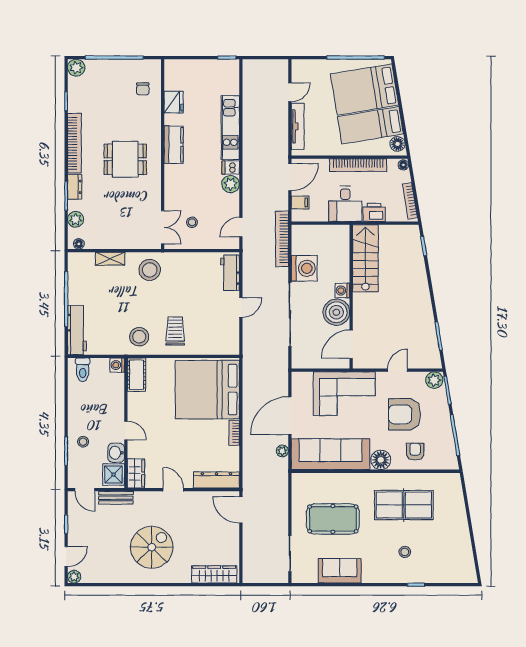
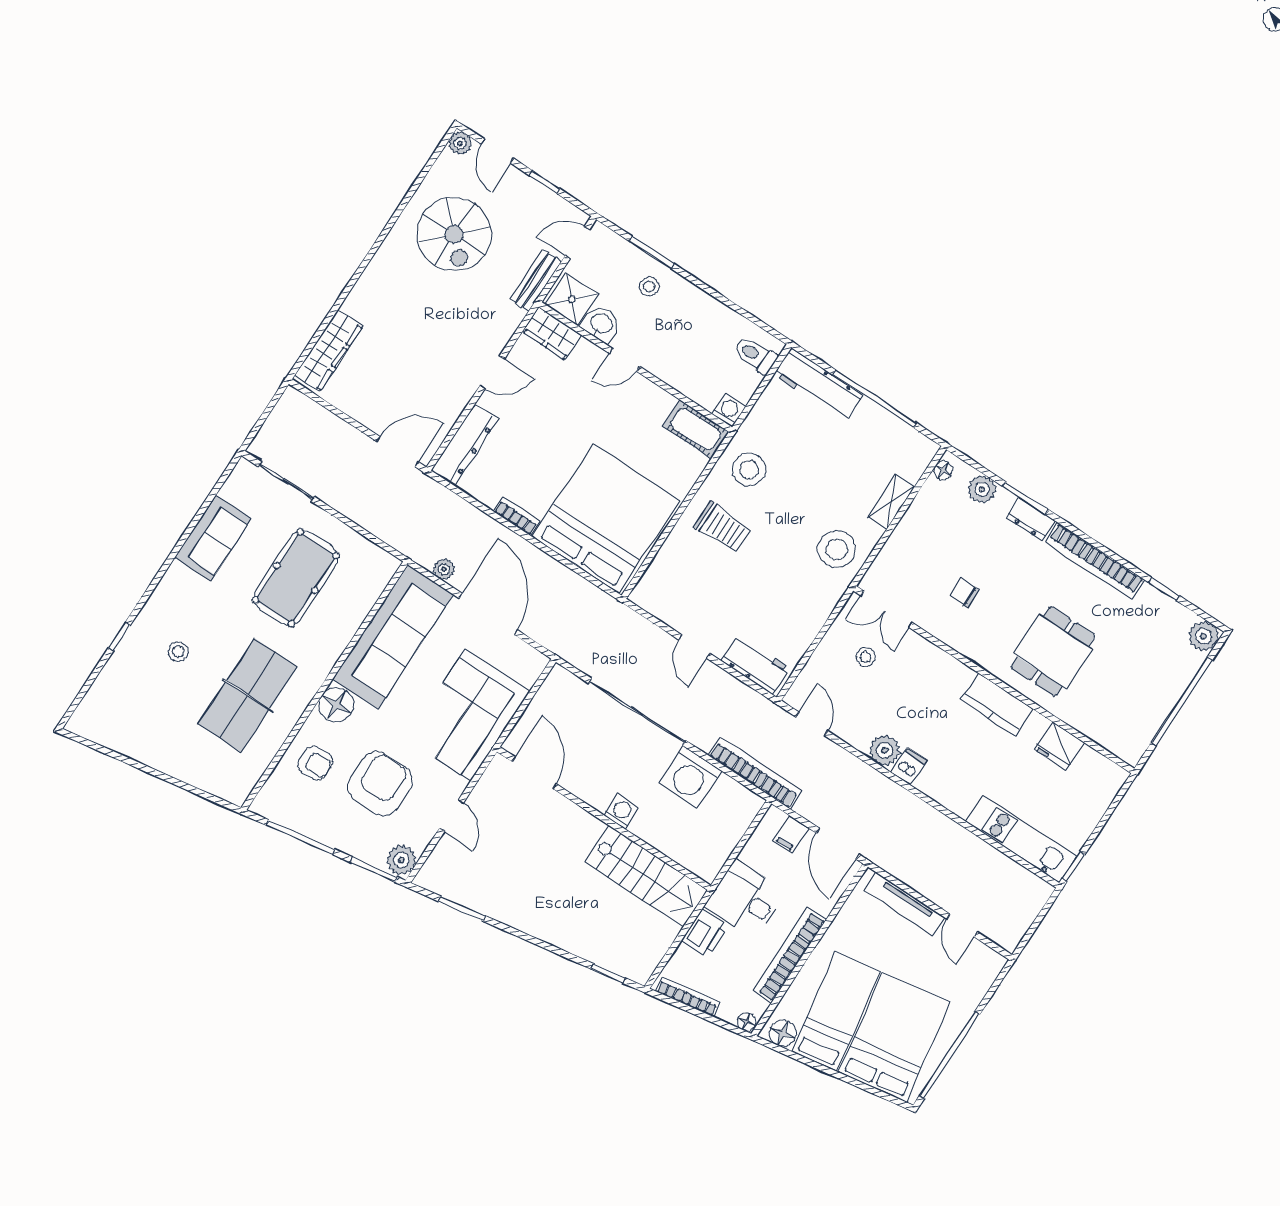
chair: (143, 89) -> (965, 593), moved
kitchen unit: (230, 128) -> (1021, 839), moved
dining table: (125, 159) -> (1053, 651), moved
boiler: (336, 312) -> (595, 782), removed
spiral stairs: (152, 547) -> (454, 234), moved

